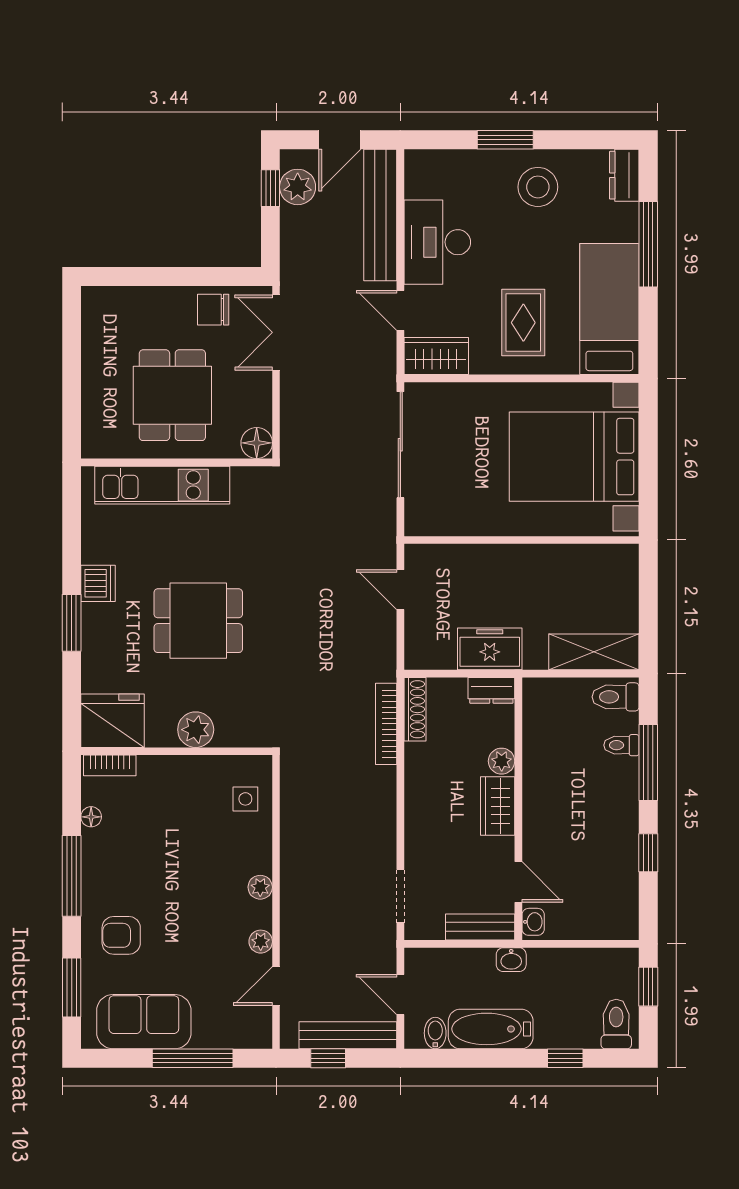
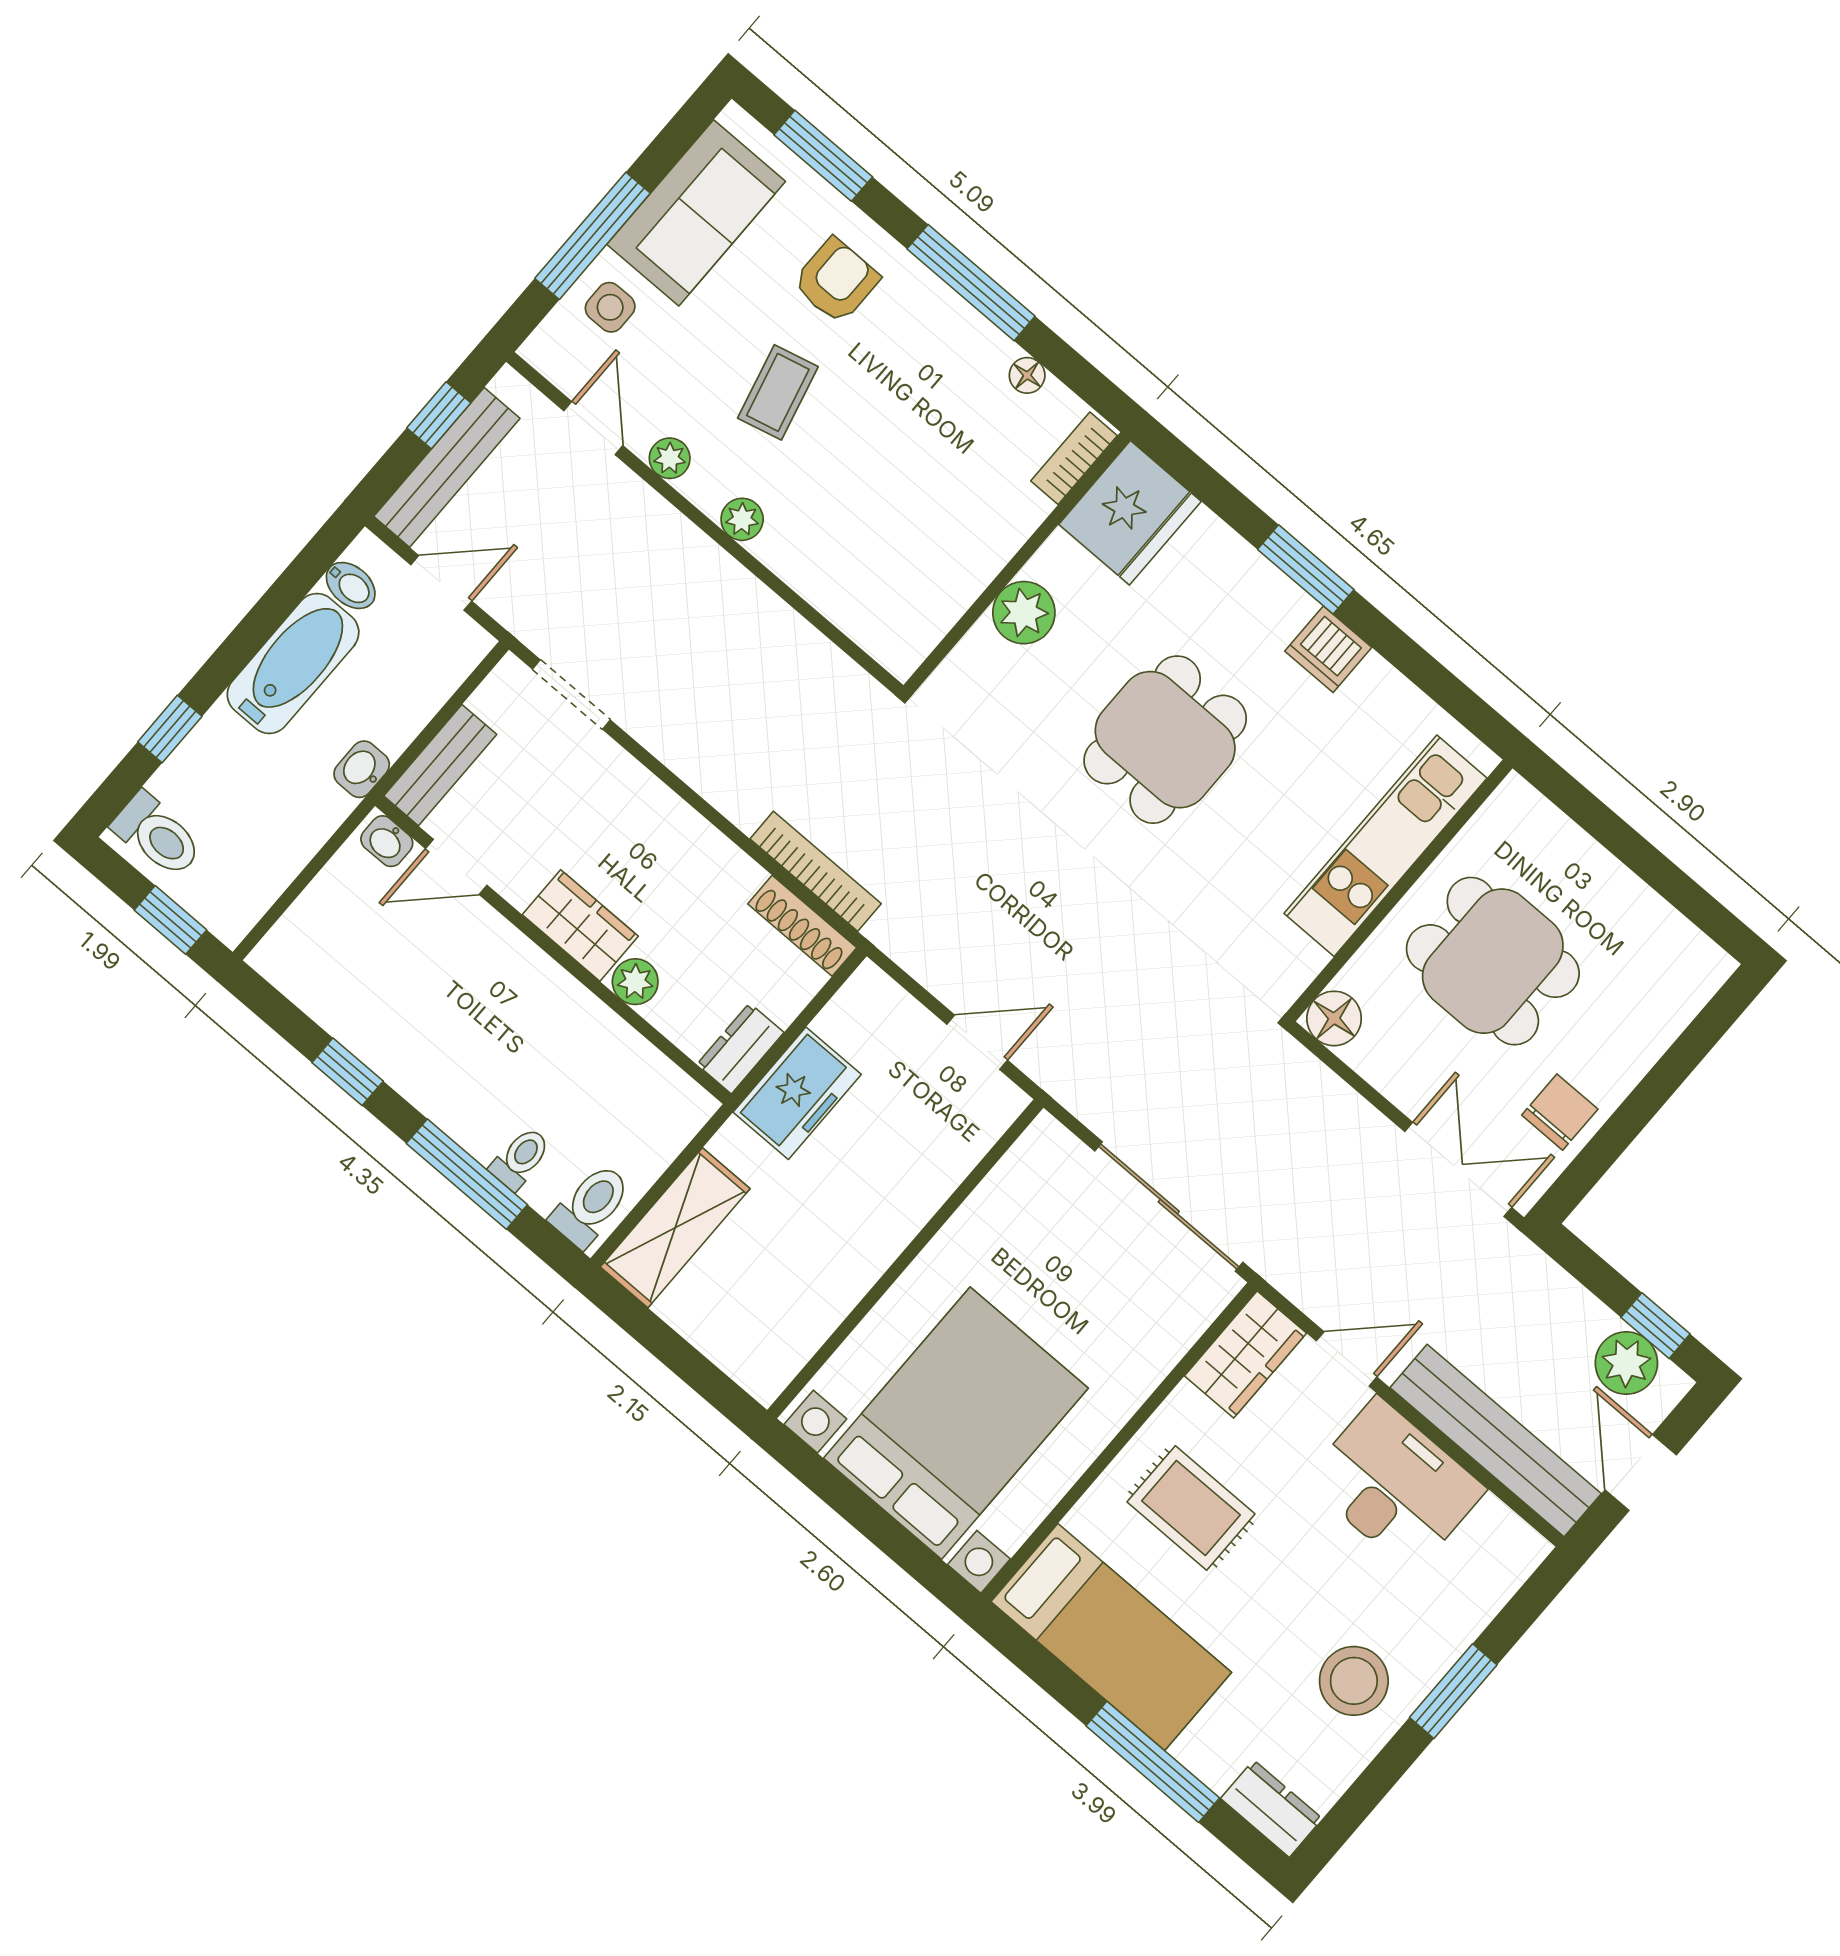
side table: (245, 799) -> (610, 307), moved
coffee table: (192, 919) -> (778, 392), added

